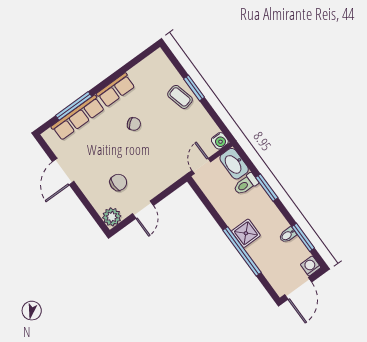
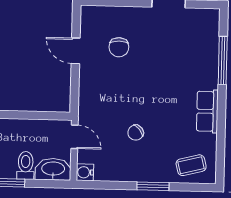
coffee table: (180, 97) -> (191, 165), moved
row of seats: (78, 118) -> (209, 56), removed
chair: (134, 124) -> (136, 133), moved
plant: (112, 217) -> (91, 16), removed

